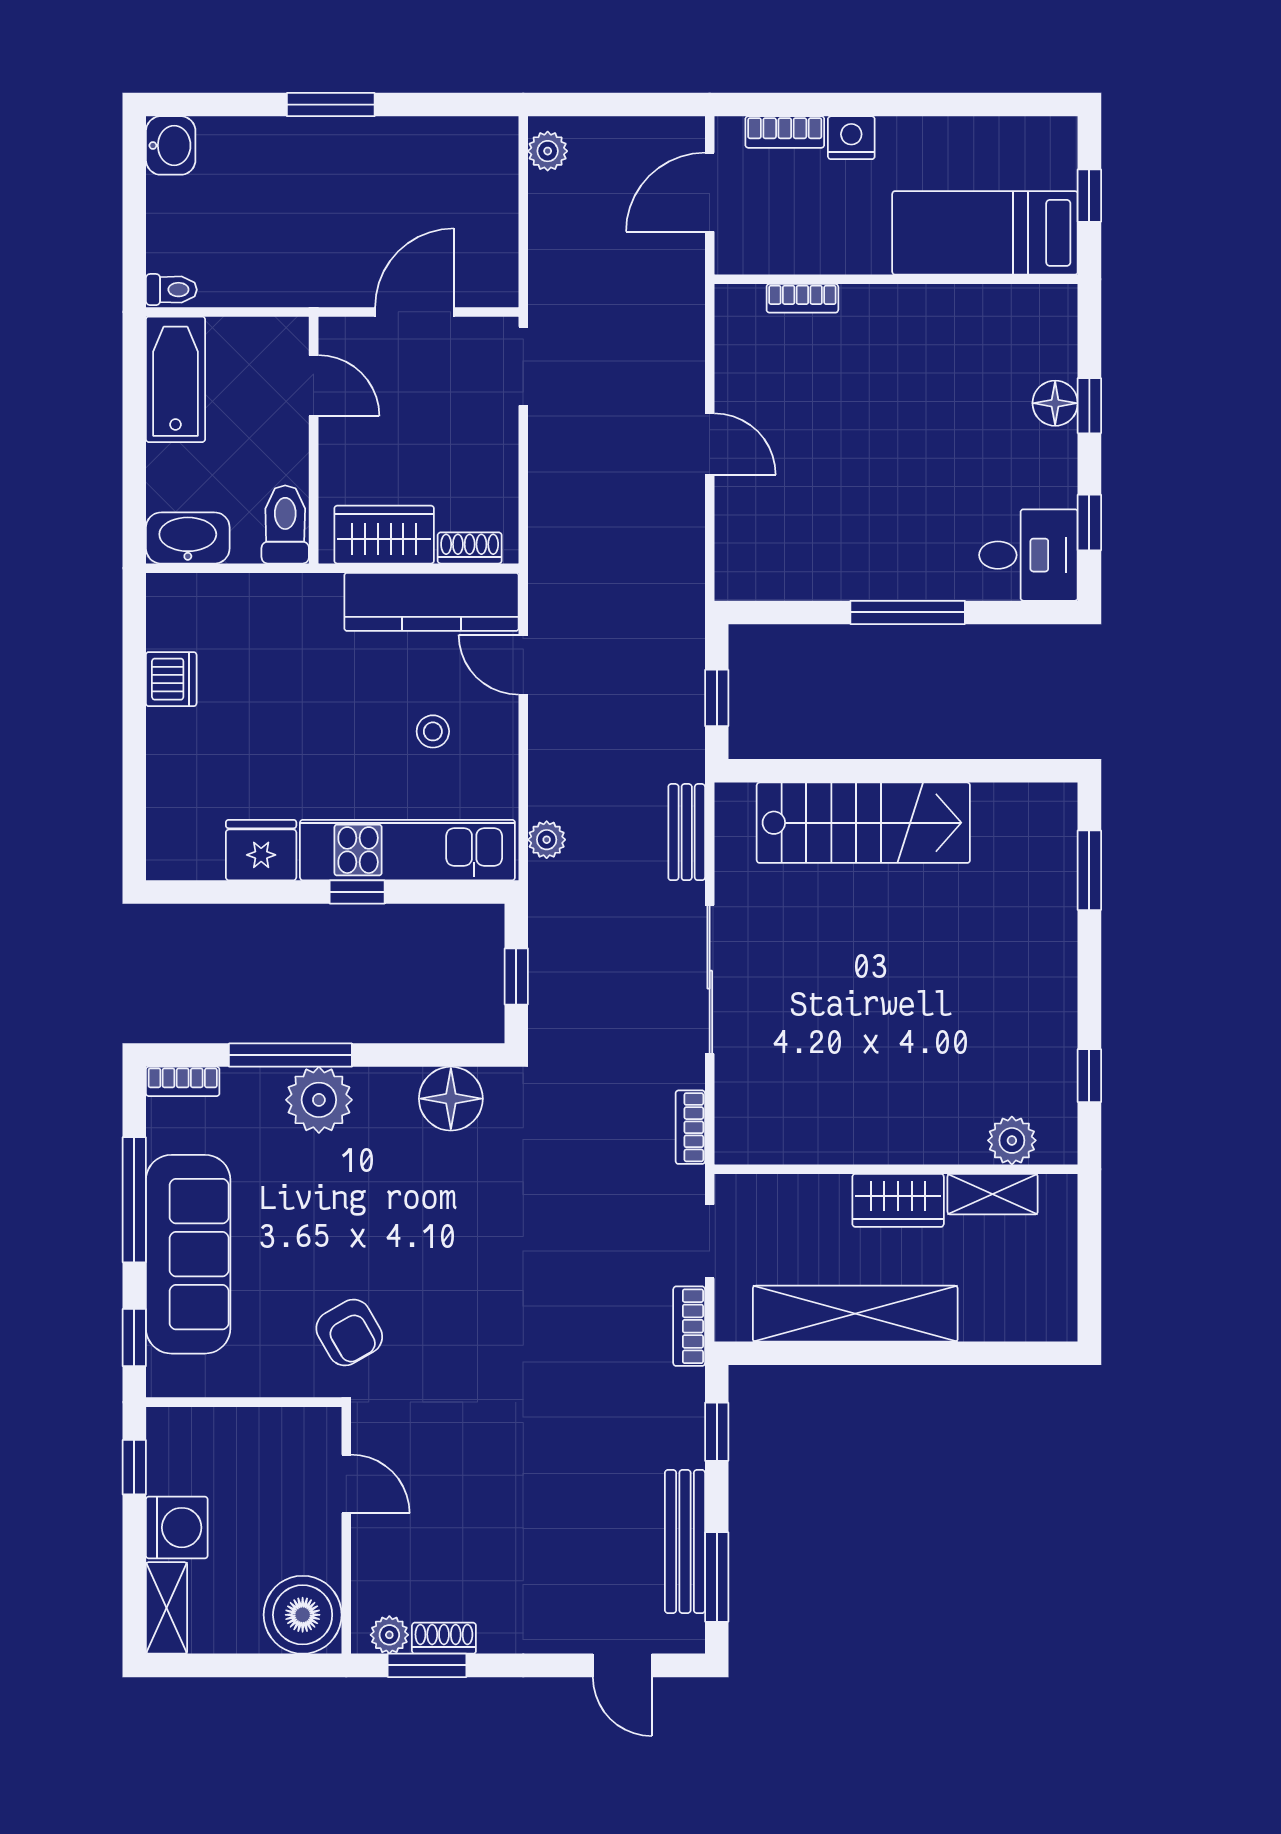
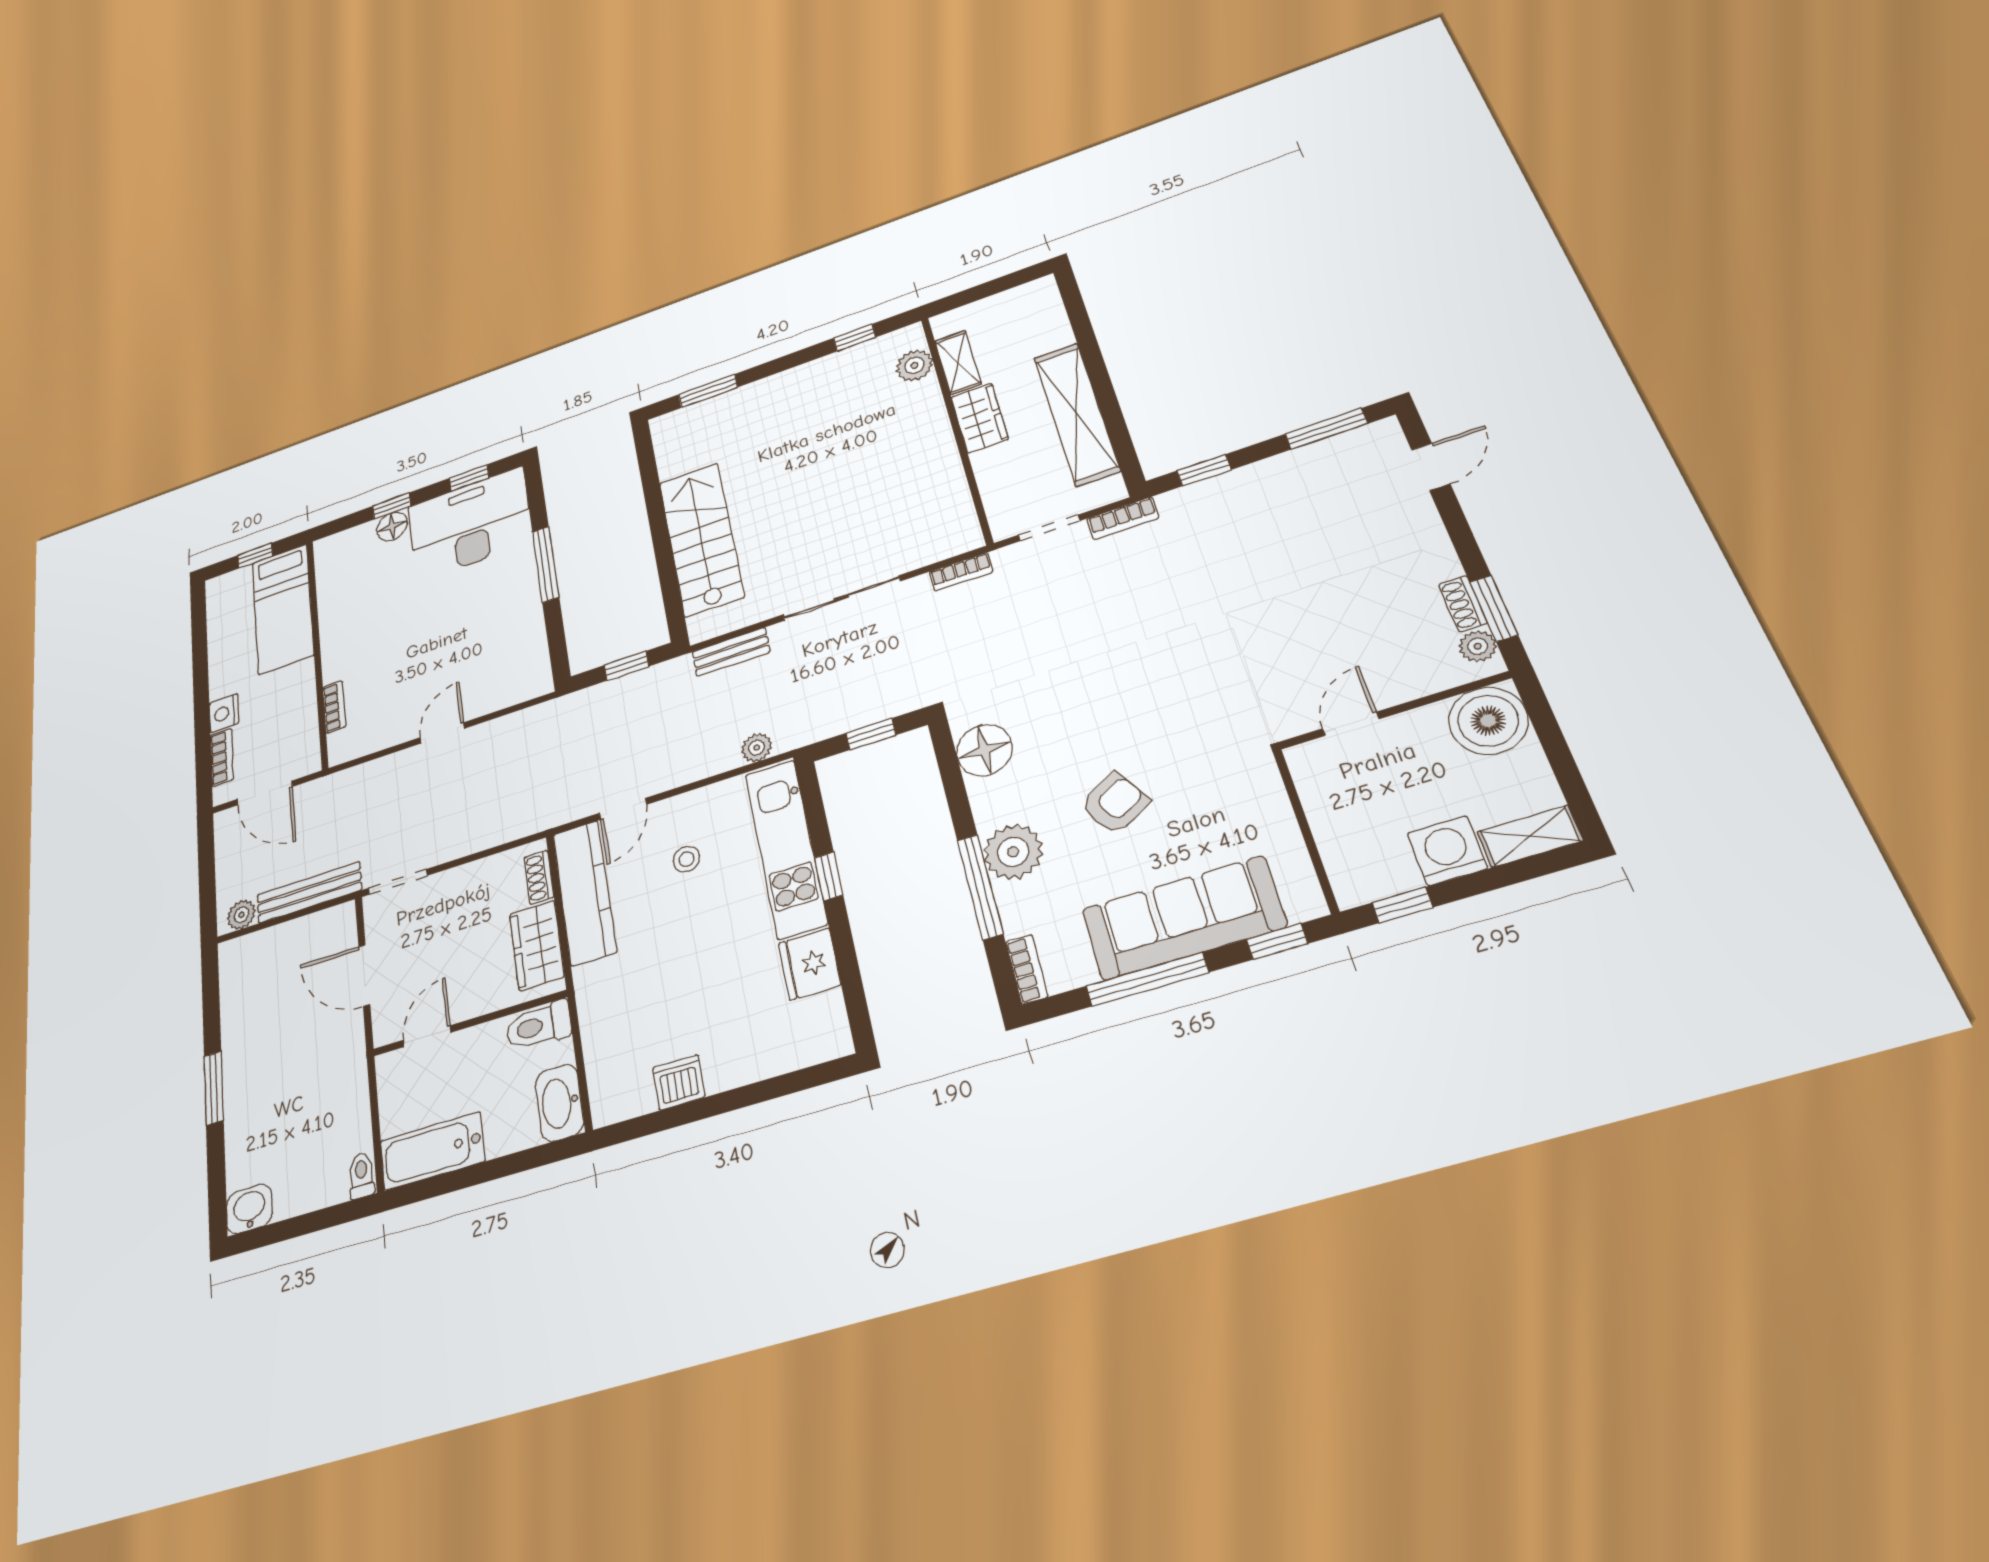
desk: (1028, 555) -> (470, 524), width x1.87, depth x1.30
armchair: (349, 1333) -> (1115, 803), moved
bench: (685, 1541) -> (309, 892), moved

